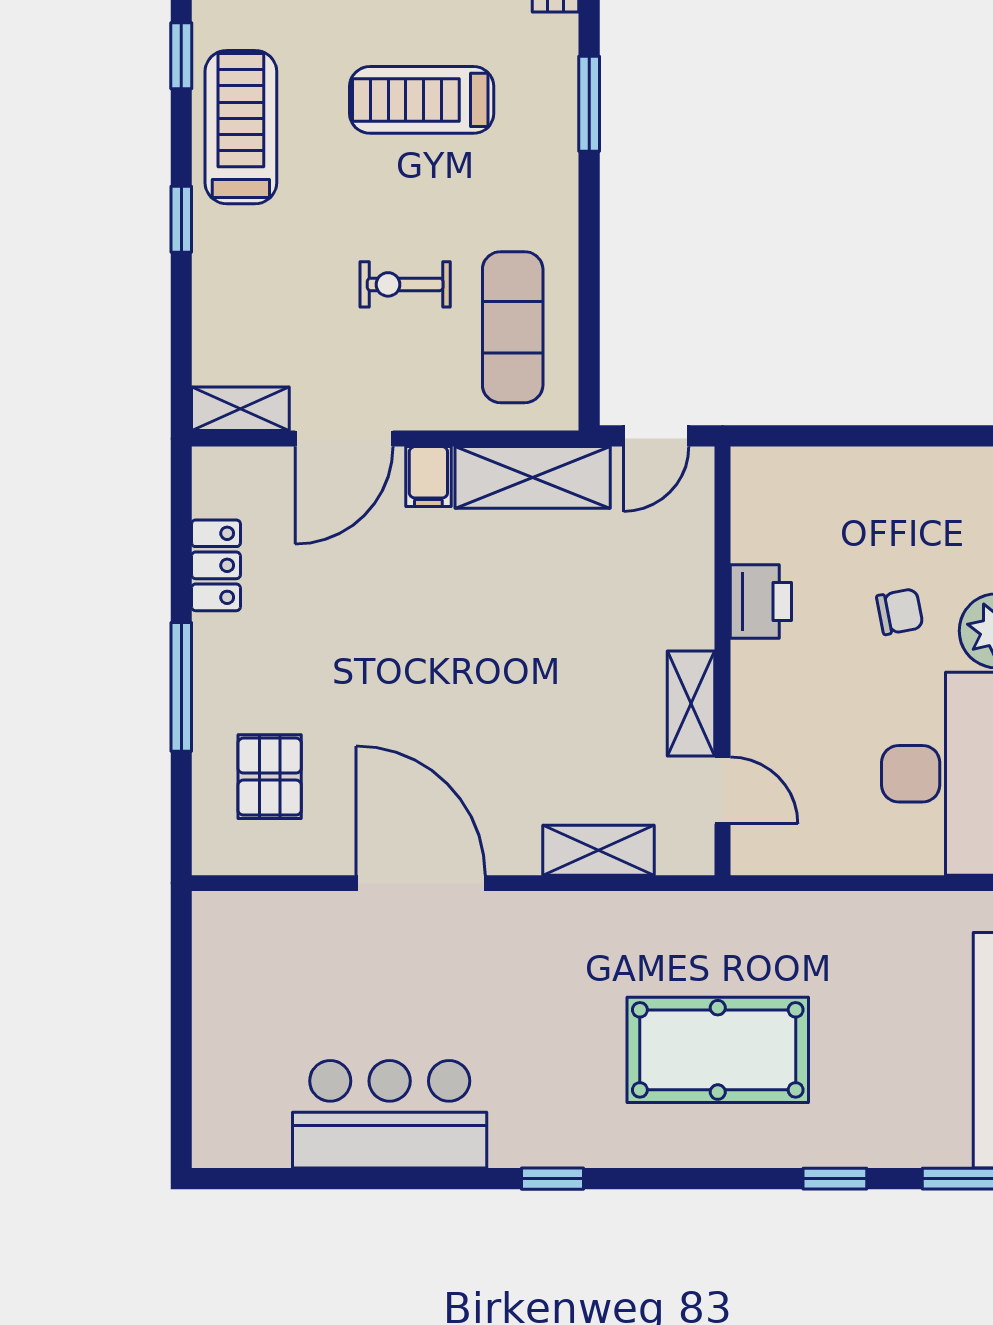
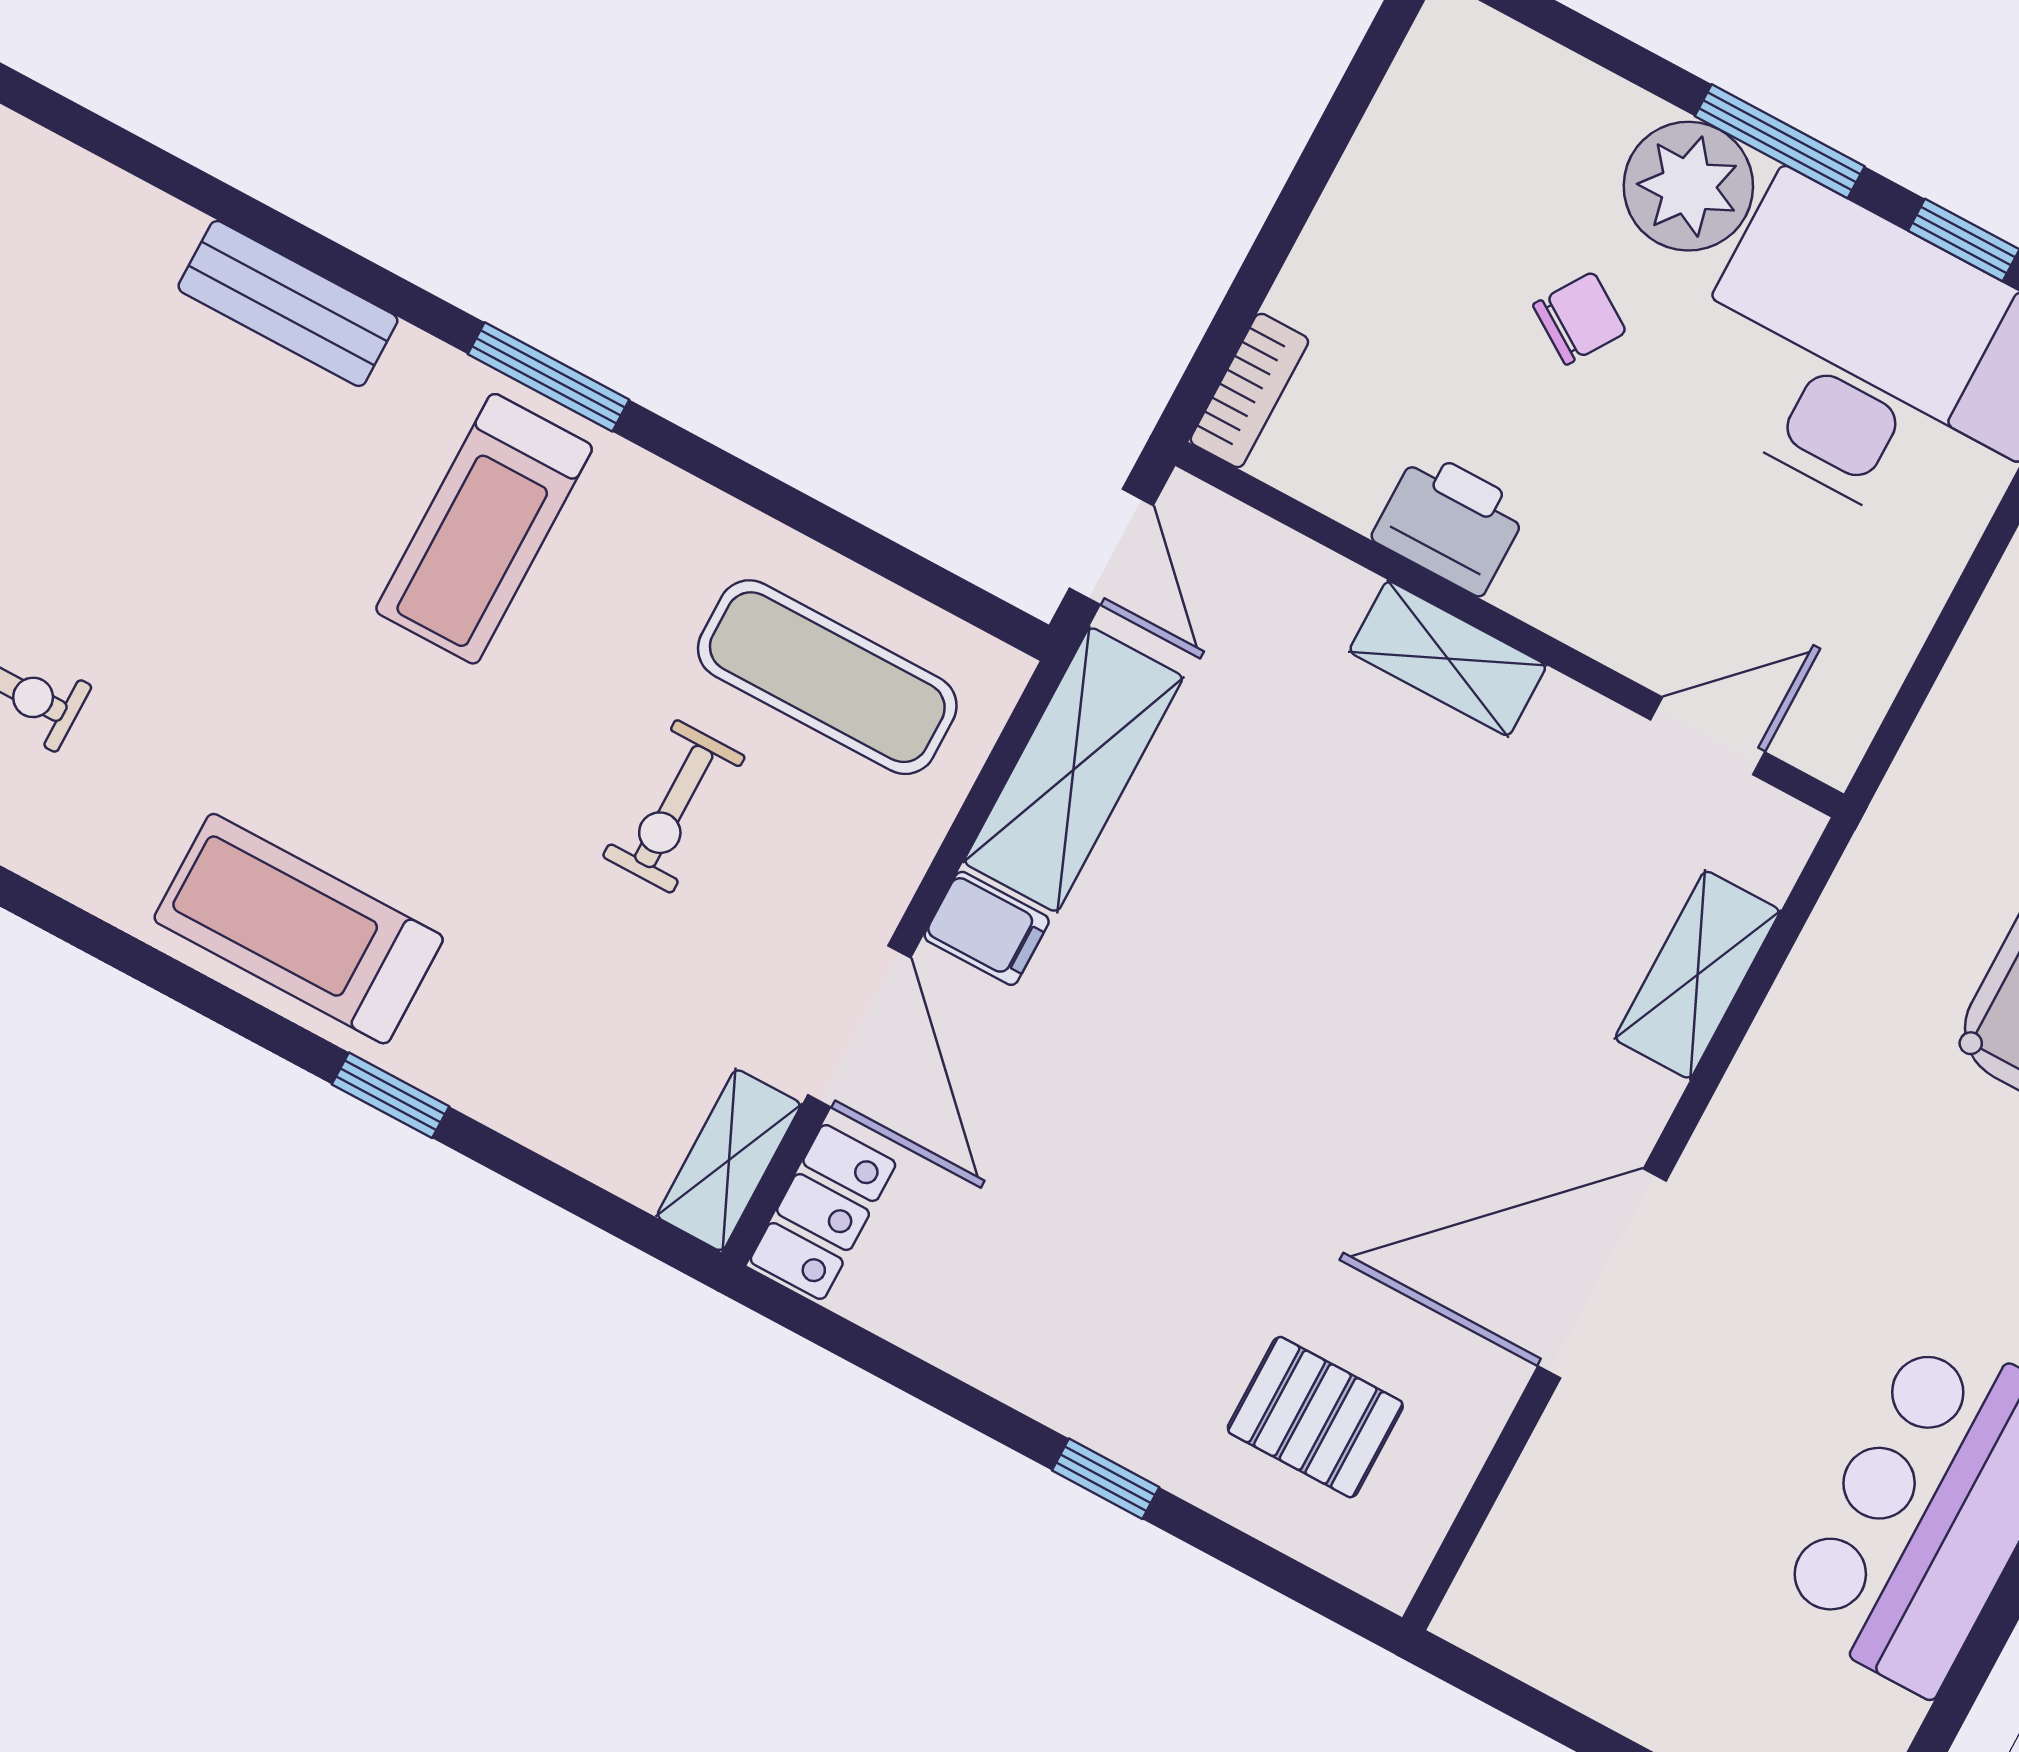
window: (181, 56) -> (141, 961), removed
treadmill: (422, 100) -> (484, 529), moved
bookcase: (773, 464) -> (1249, 390), added
locker: (216, 565) -> (823, 1212), moved, turned 90
chair: (900, 612) -> (1580, 318), turned 44
window: (181, 687) -> (1106, 1479), width x0.46
shelving: (691, 704) -> (1448, 658), moved

